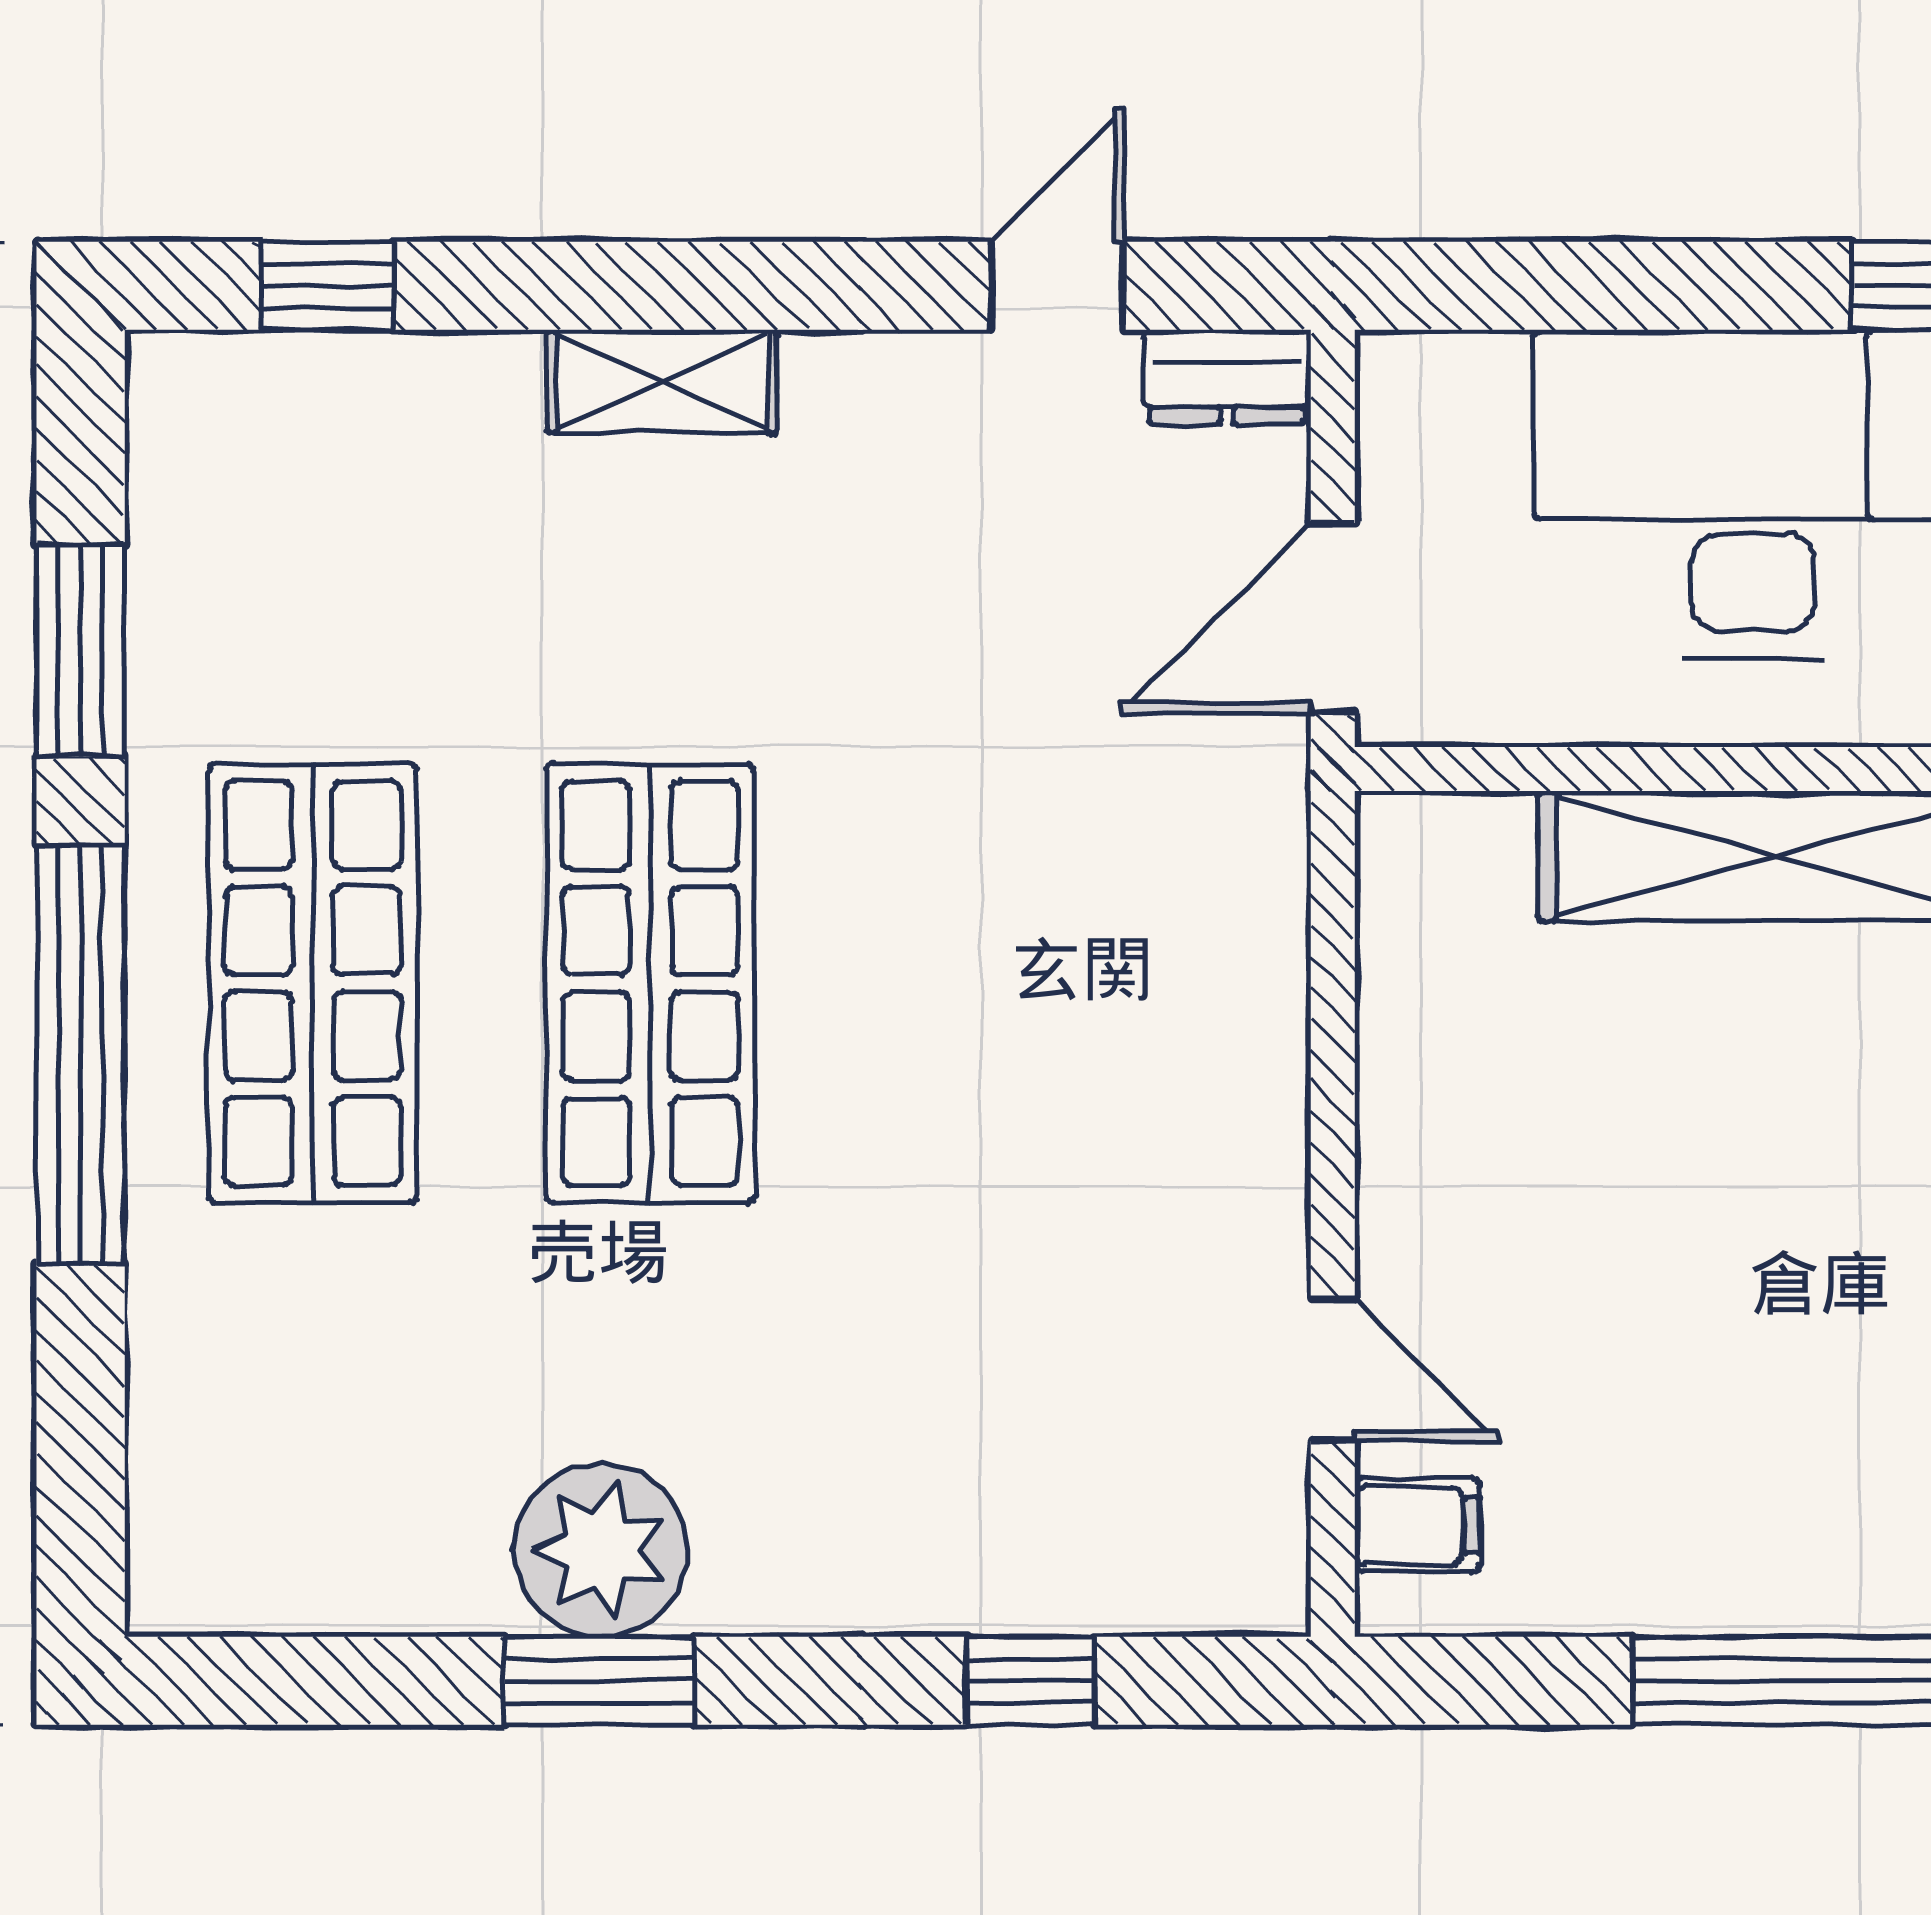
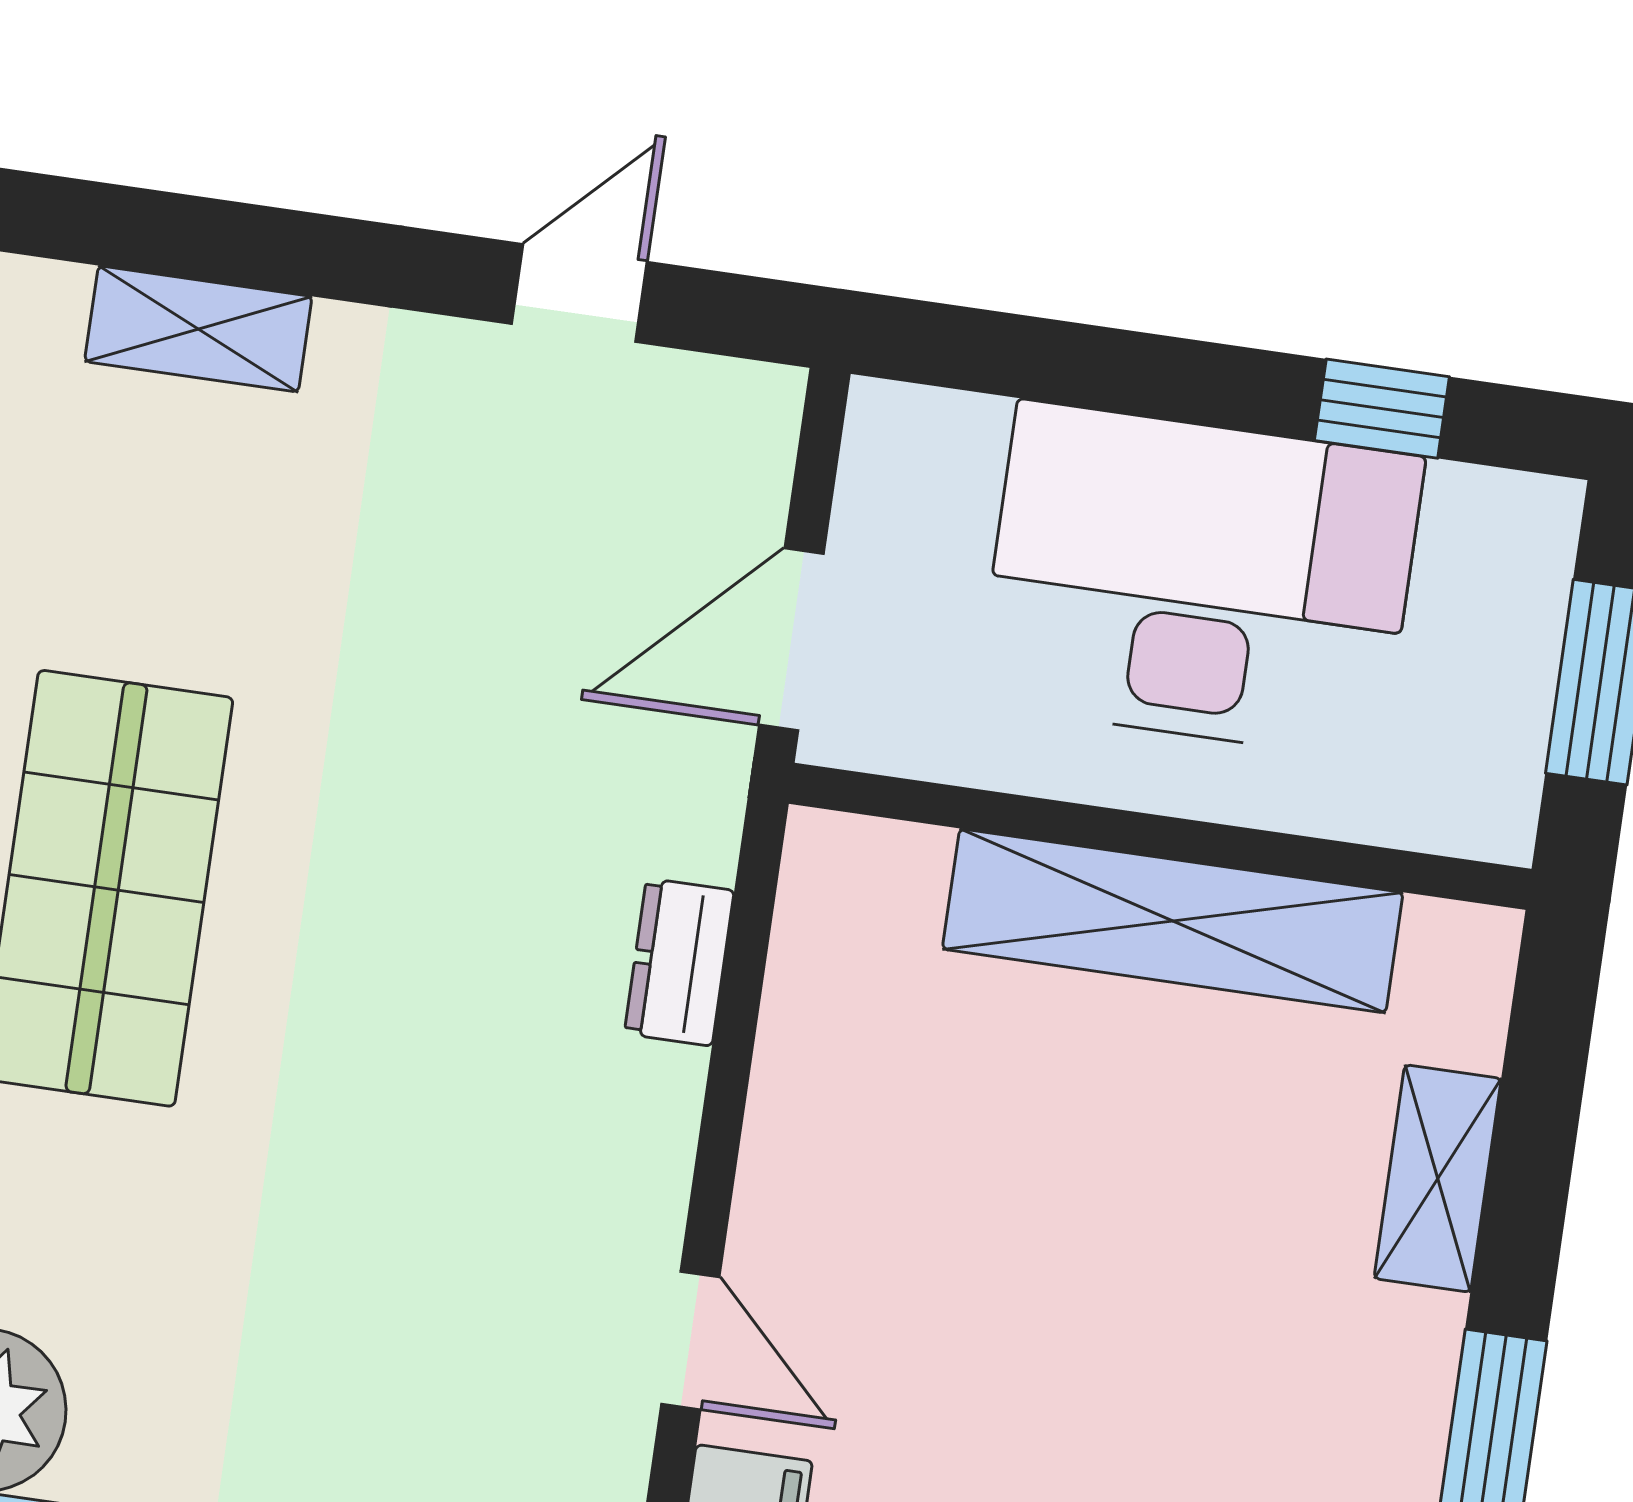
dresser: (1227, 377) -> (679, 962), moved, turned 90

